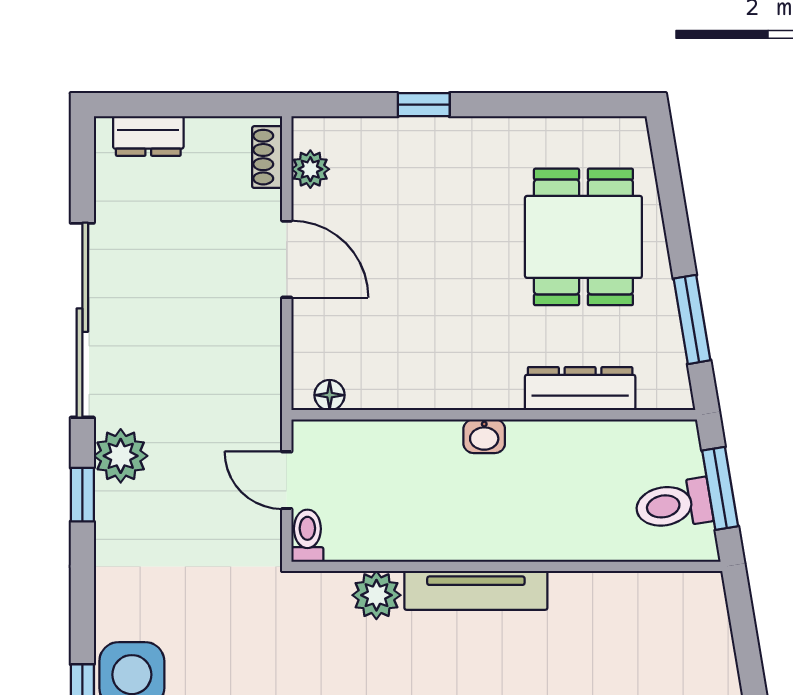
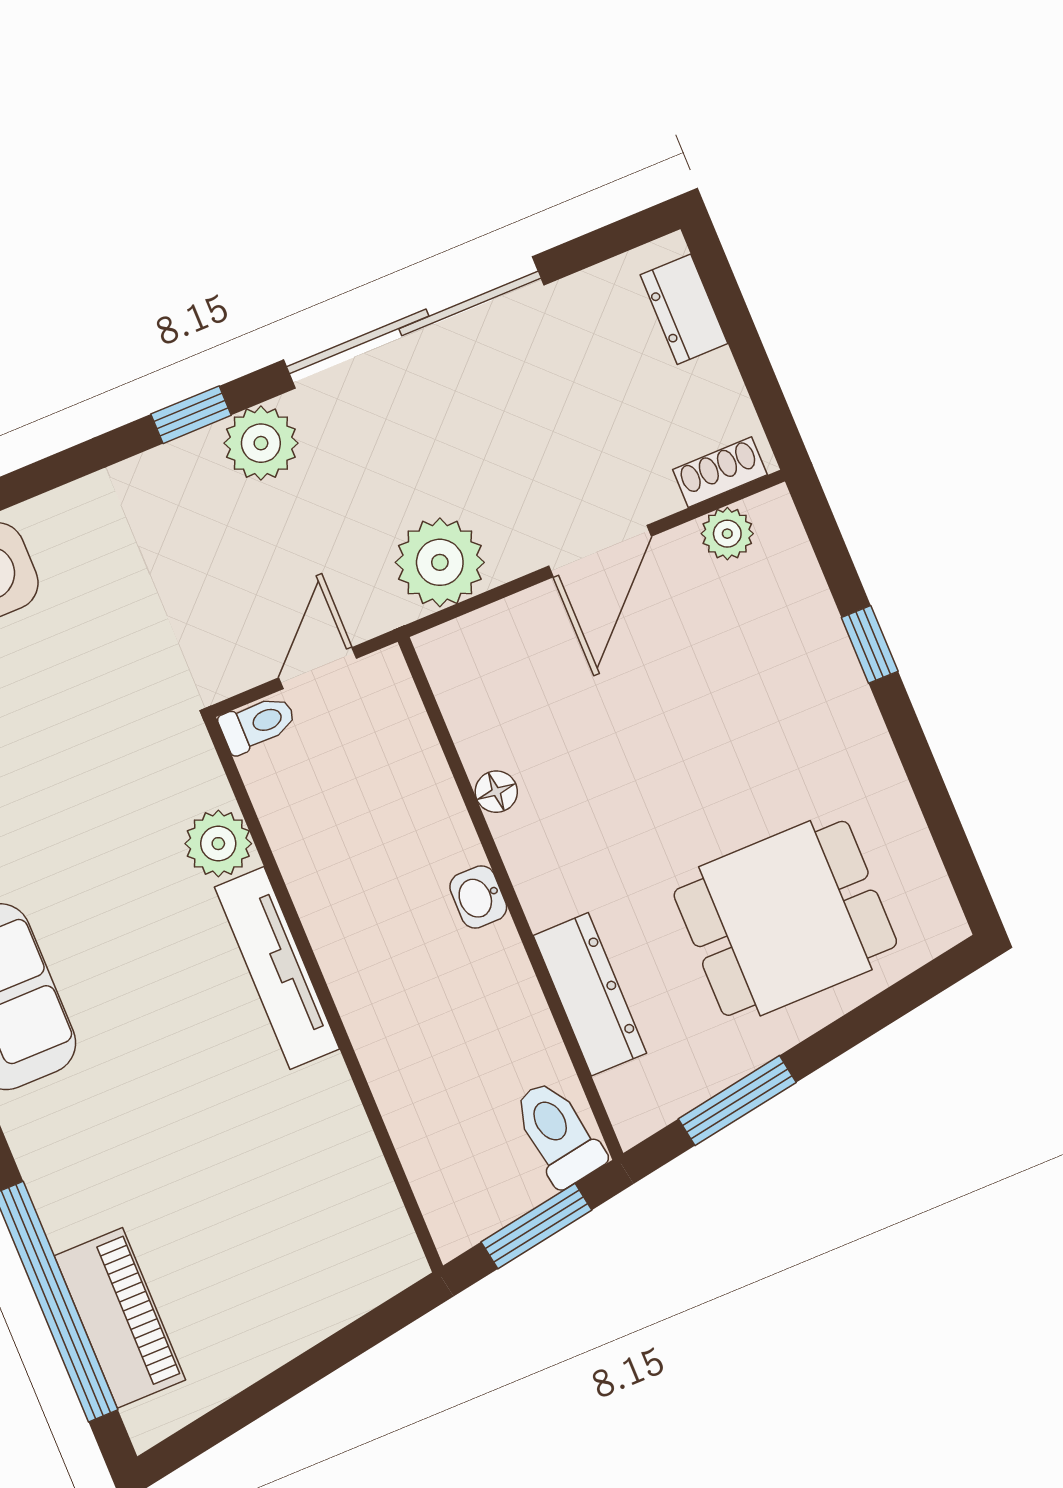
plant: (250, 369) -> (440, 562), added
floor lamp: (330, 395) -> (496, 792), moved
toilet: (673, 505) -> (558, 1133), moved

